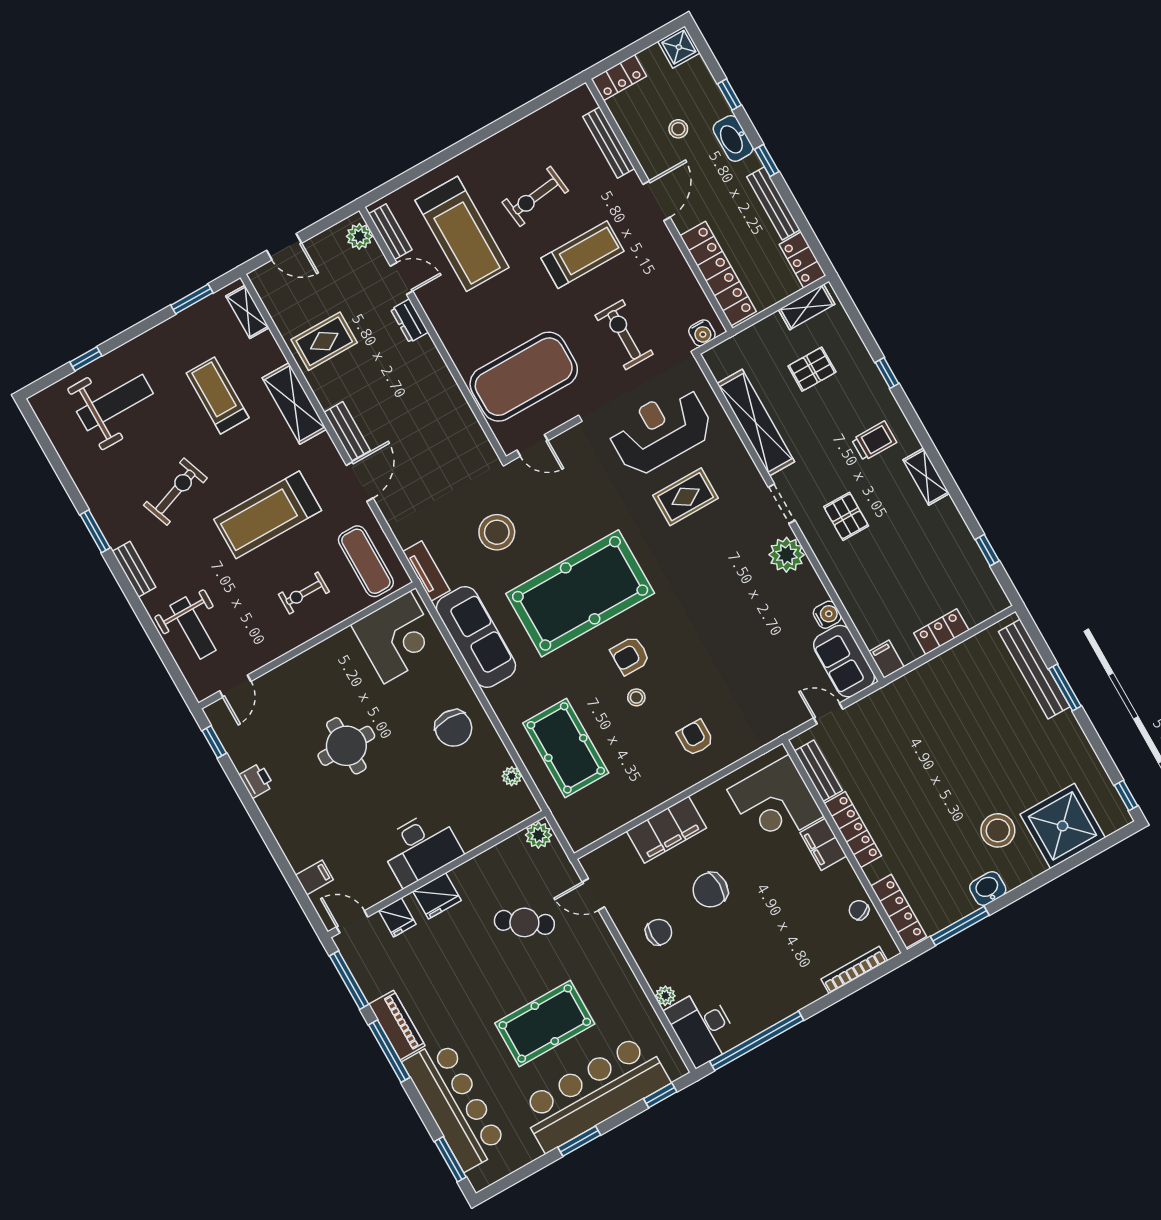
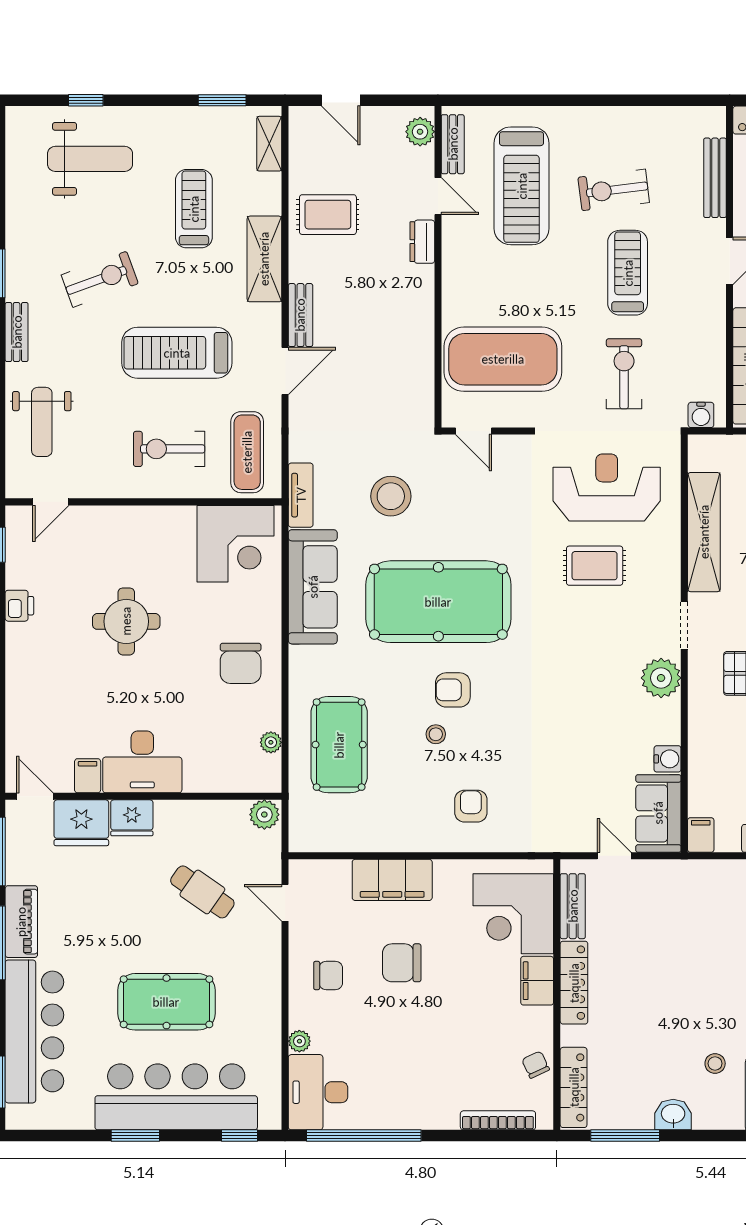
treadmill: (583, 255) -> (628, 273), turned -90
exercise bike: (304, 593) -> (169, 449), width x1.38, depth x1.39
stool: (998, 830) -> (715, 1063), width x0.53, depth x0.53
filing cabinet: (314, 877) -> (88, 776), moved, turned -90
fridge: (397, 917) -> (81, 823), width x1.88, depth x1.34

